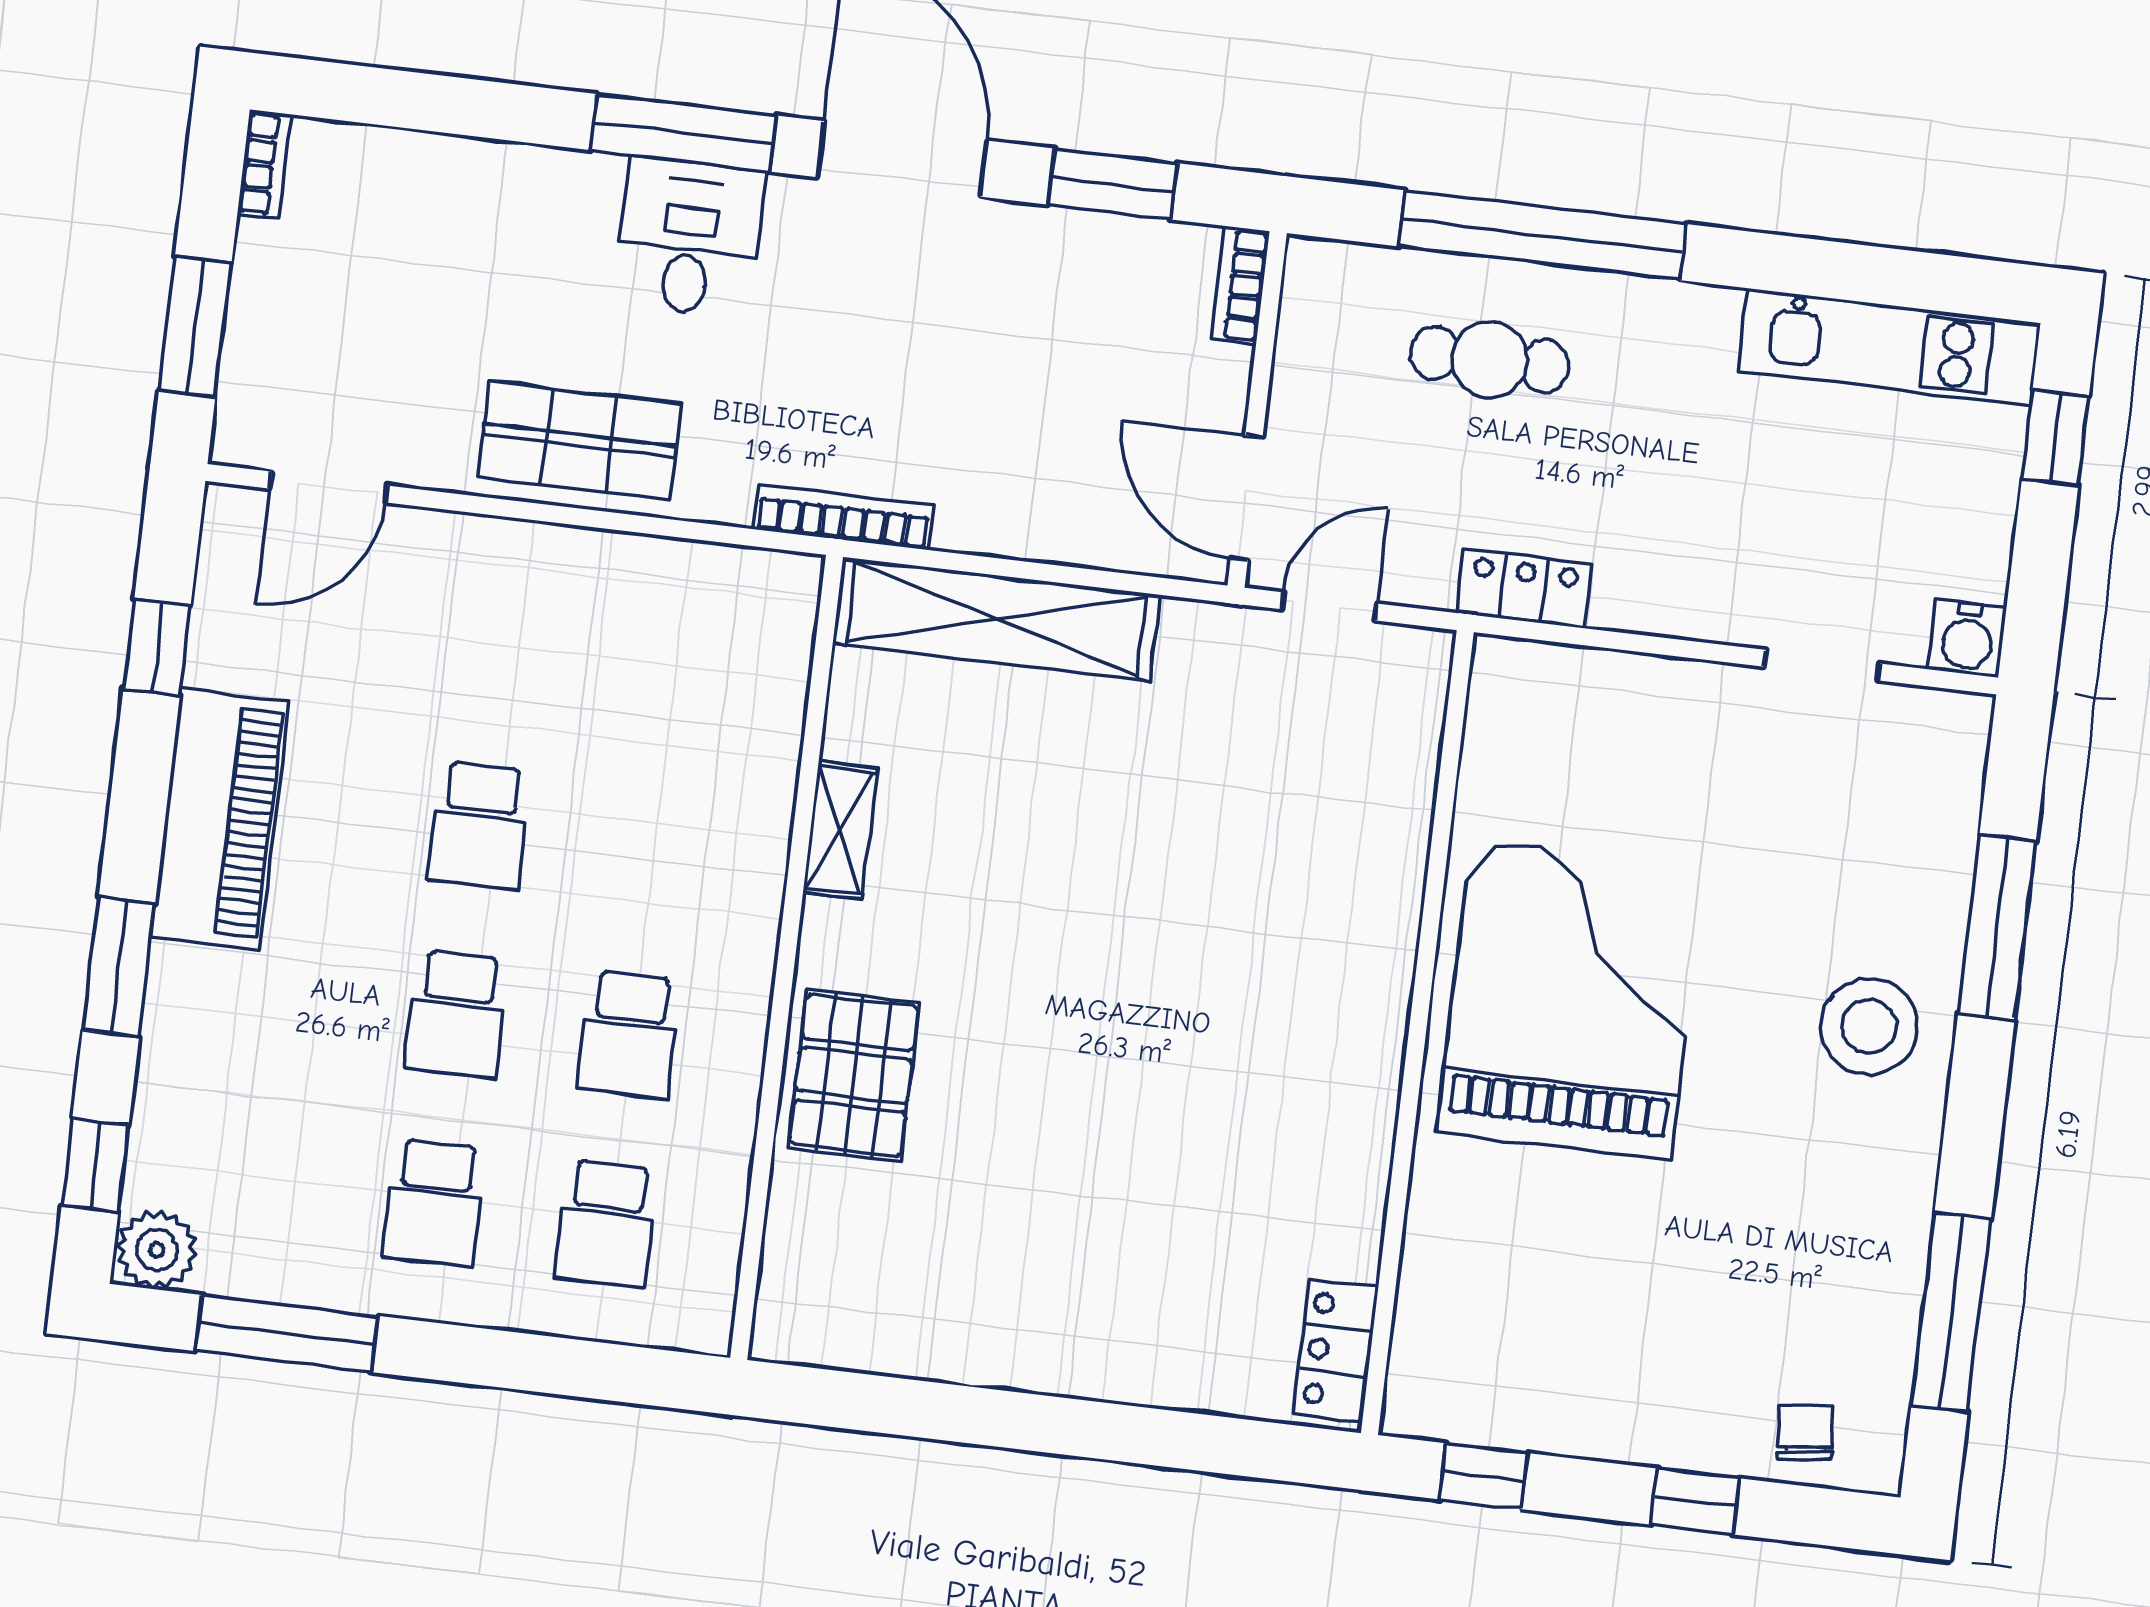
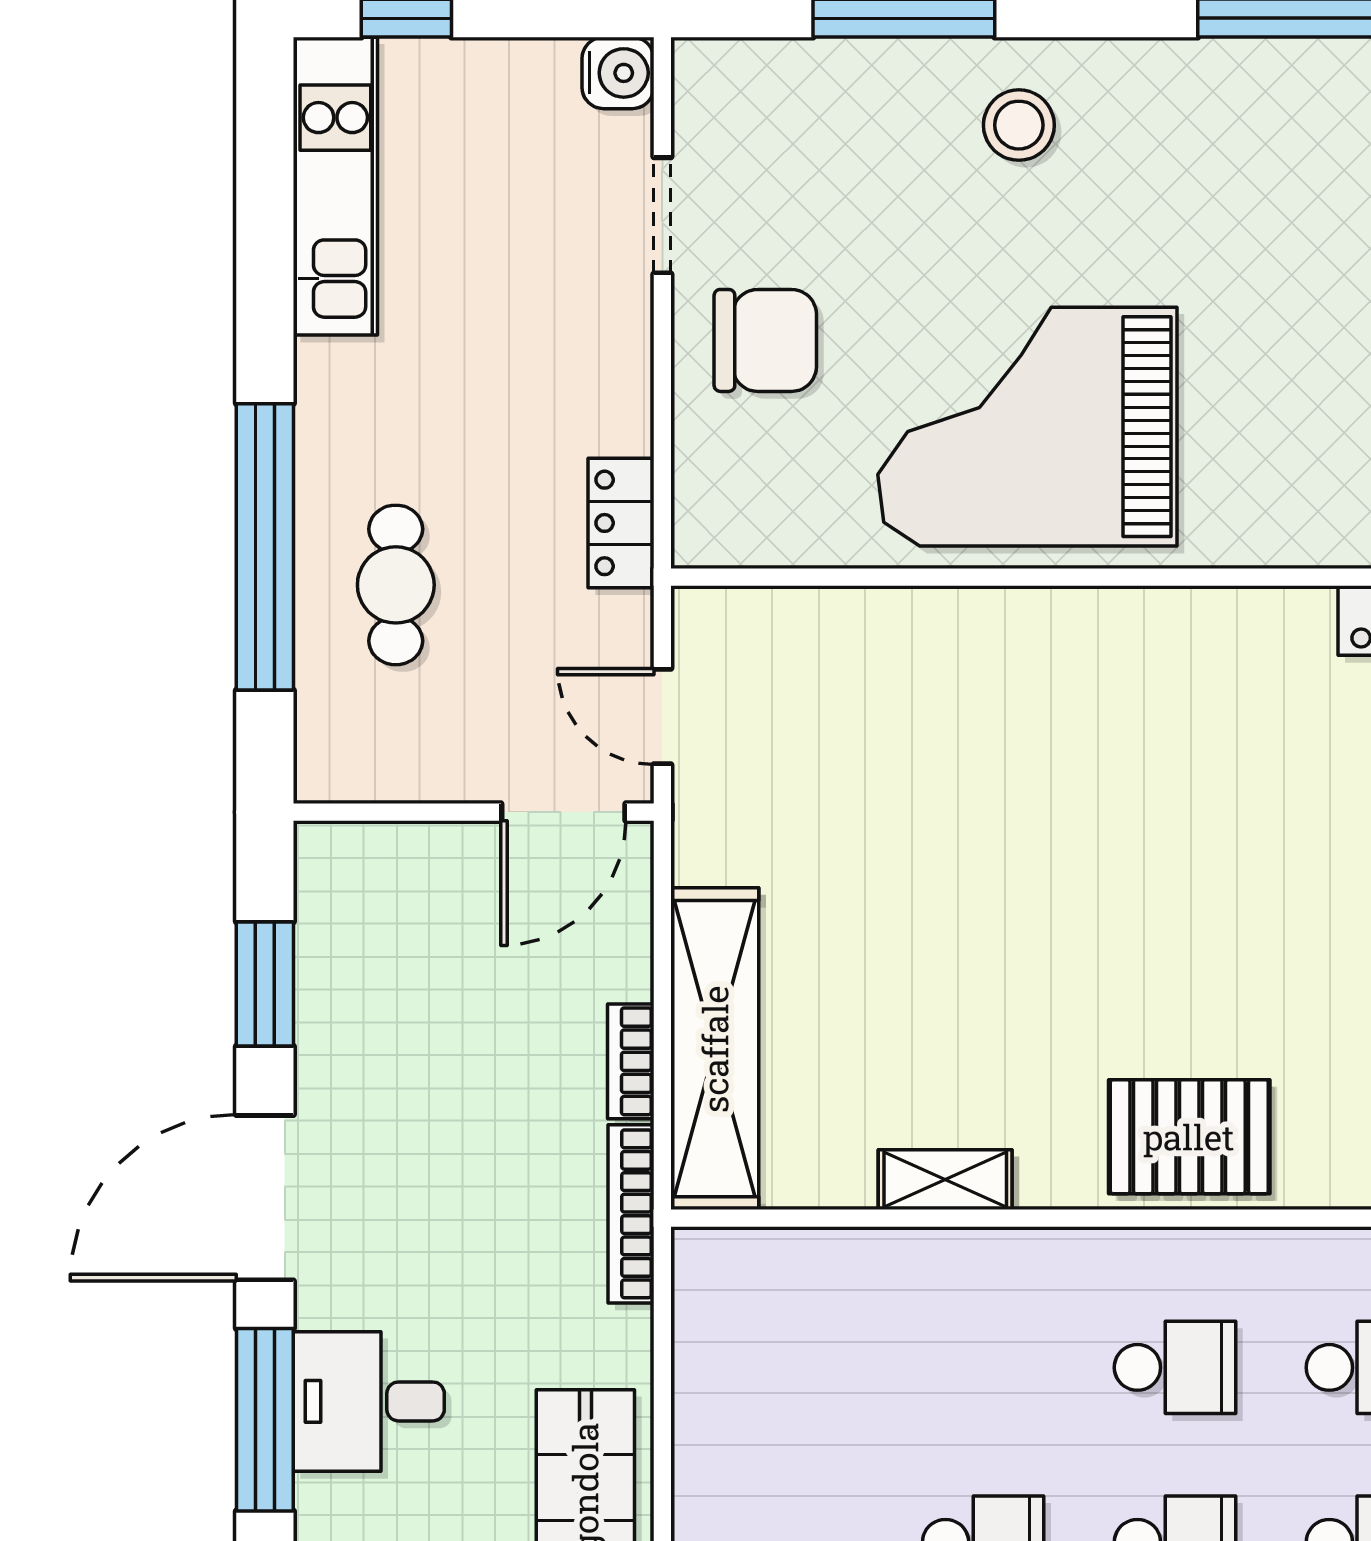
bookcase: (1240, 285) -> (631, 1061), moved, turned 90
chair: (1687, 752) -> (765, 340), added
stool: (1869, 1026) -> (1019, 125), width x0.73, depth x0.73

